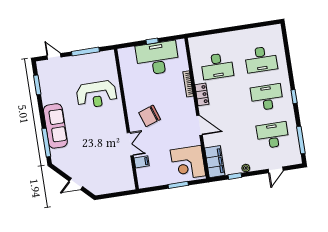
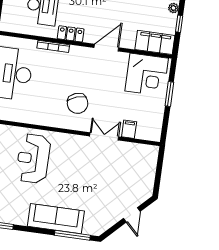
reception desk: (96, 94) -> (33, 159), turned 180

